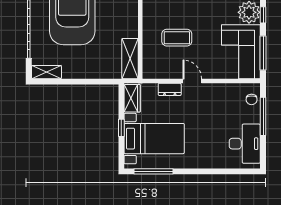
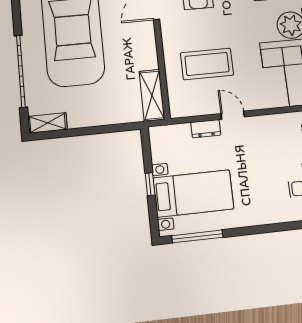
coffee table: (177, 38) -> (207, 64), width x1.36, depth x1.32
wardrobe: (132, 98) -> (160, 145), removed

